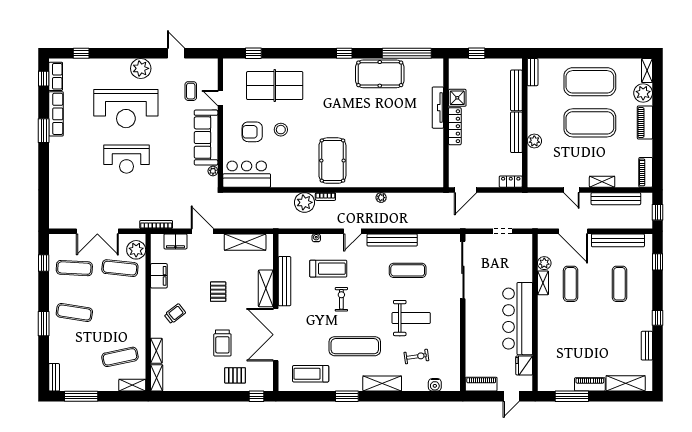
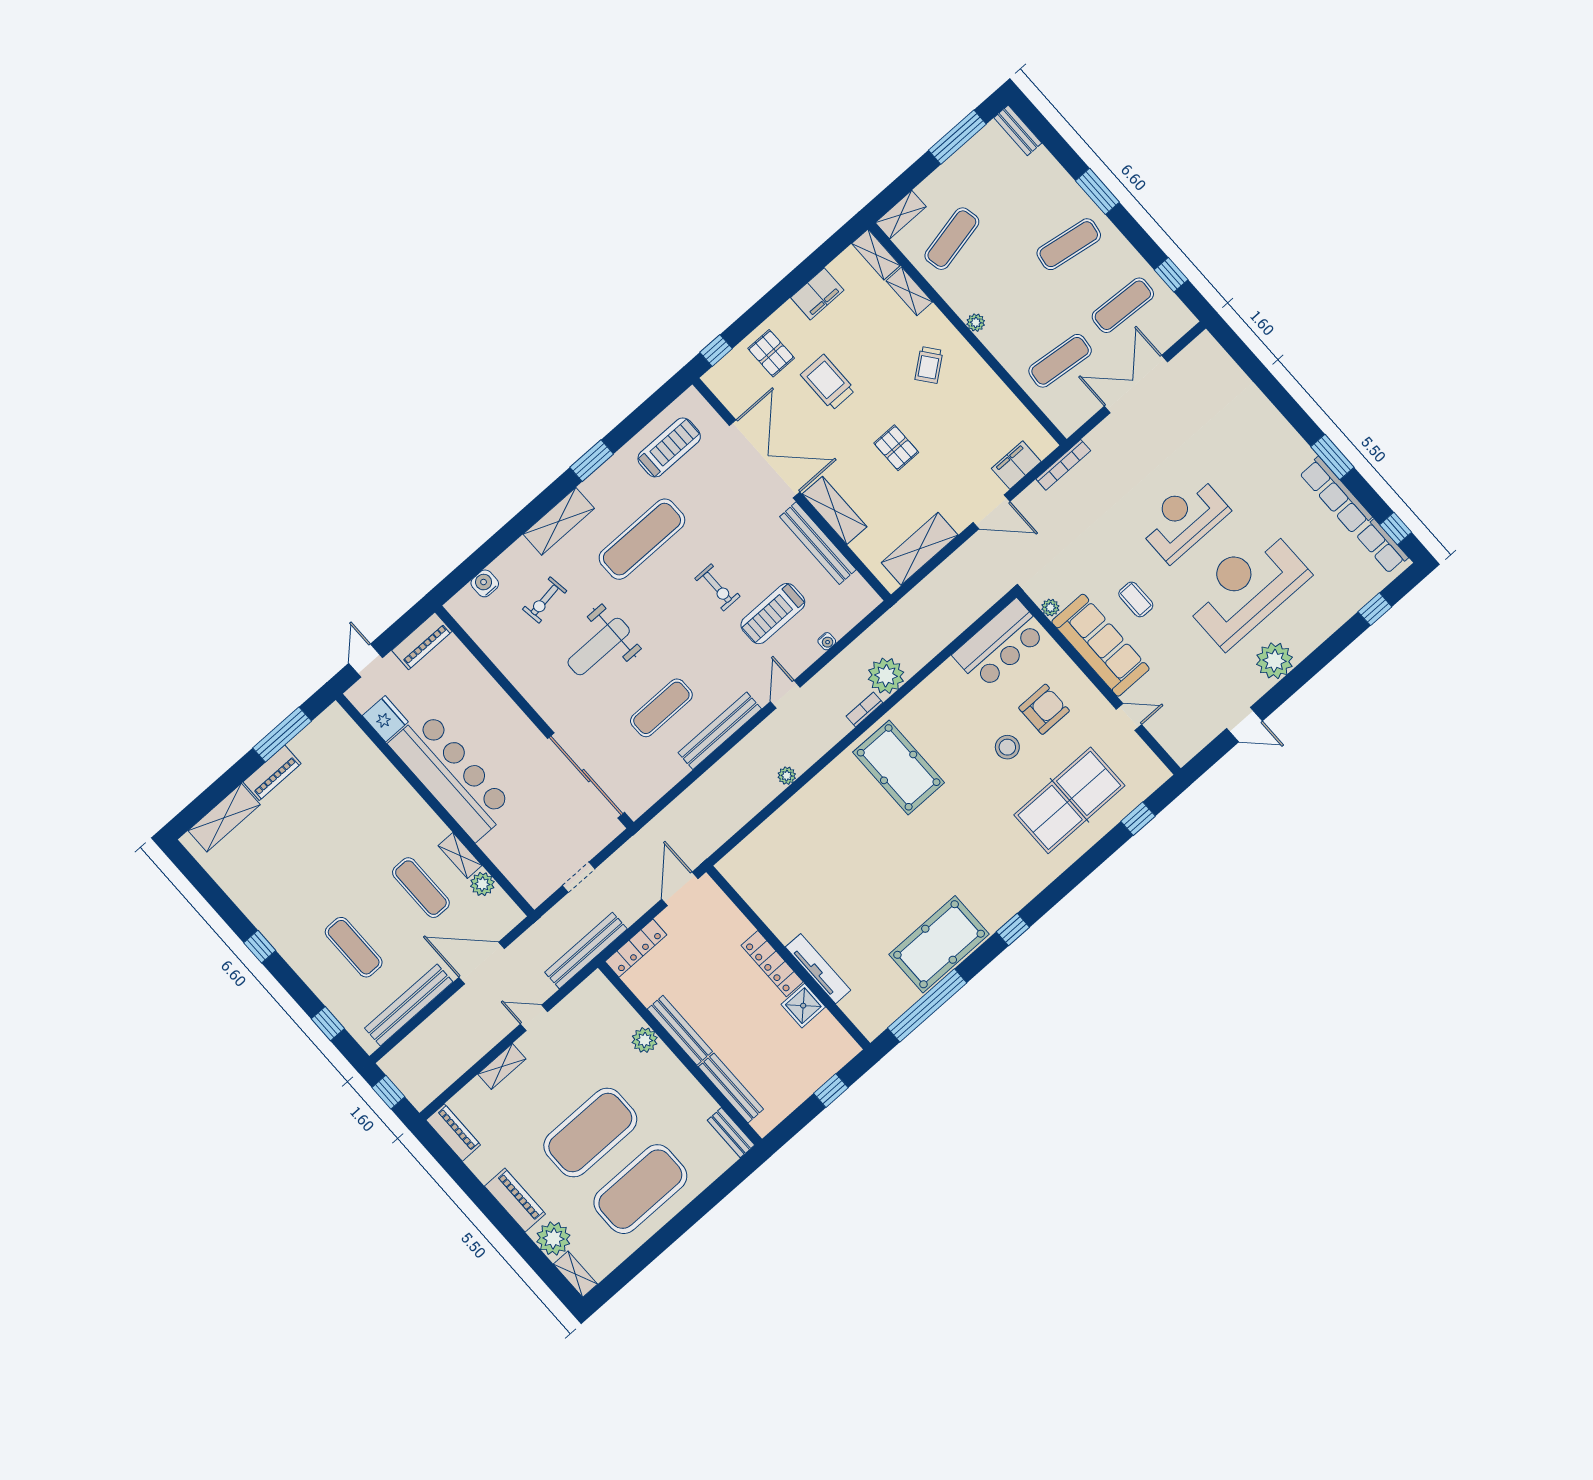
coffee table: (191, 91) -> (1136, 599), moved
locker: (511, 182) -> (636, 948), width x1.53
bench: (616, 199) -> (586, 951), moved
plant: (136, 250) -> (976, 323), moved, width x0.53, depth x0.53
filing cabinet: (159, 276) -> (817, 294), moved, turned -90
bench: (647, 346) -> (241, 895), removed
pallet: (235, 375) -> (771, 353), turned 90

